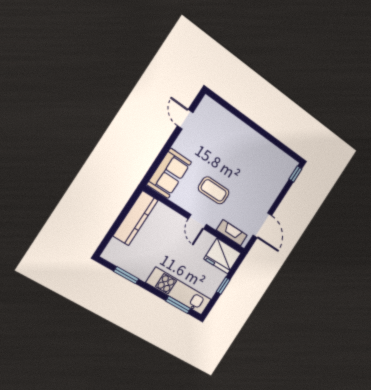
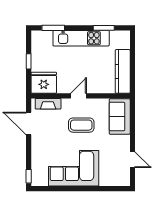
corner sofa: (249, 152) -> (74, 168), added
door: (197, 222) -> (79, 96), hinge flipped
kitchen unit: (179, 291) -> (81, 38), moved

